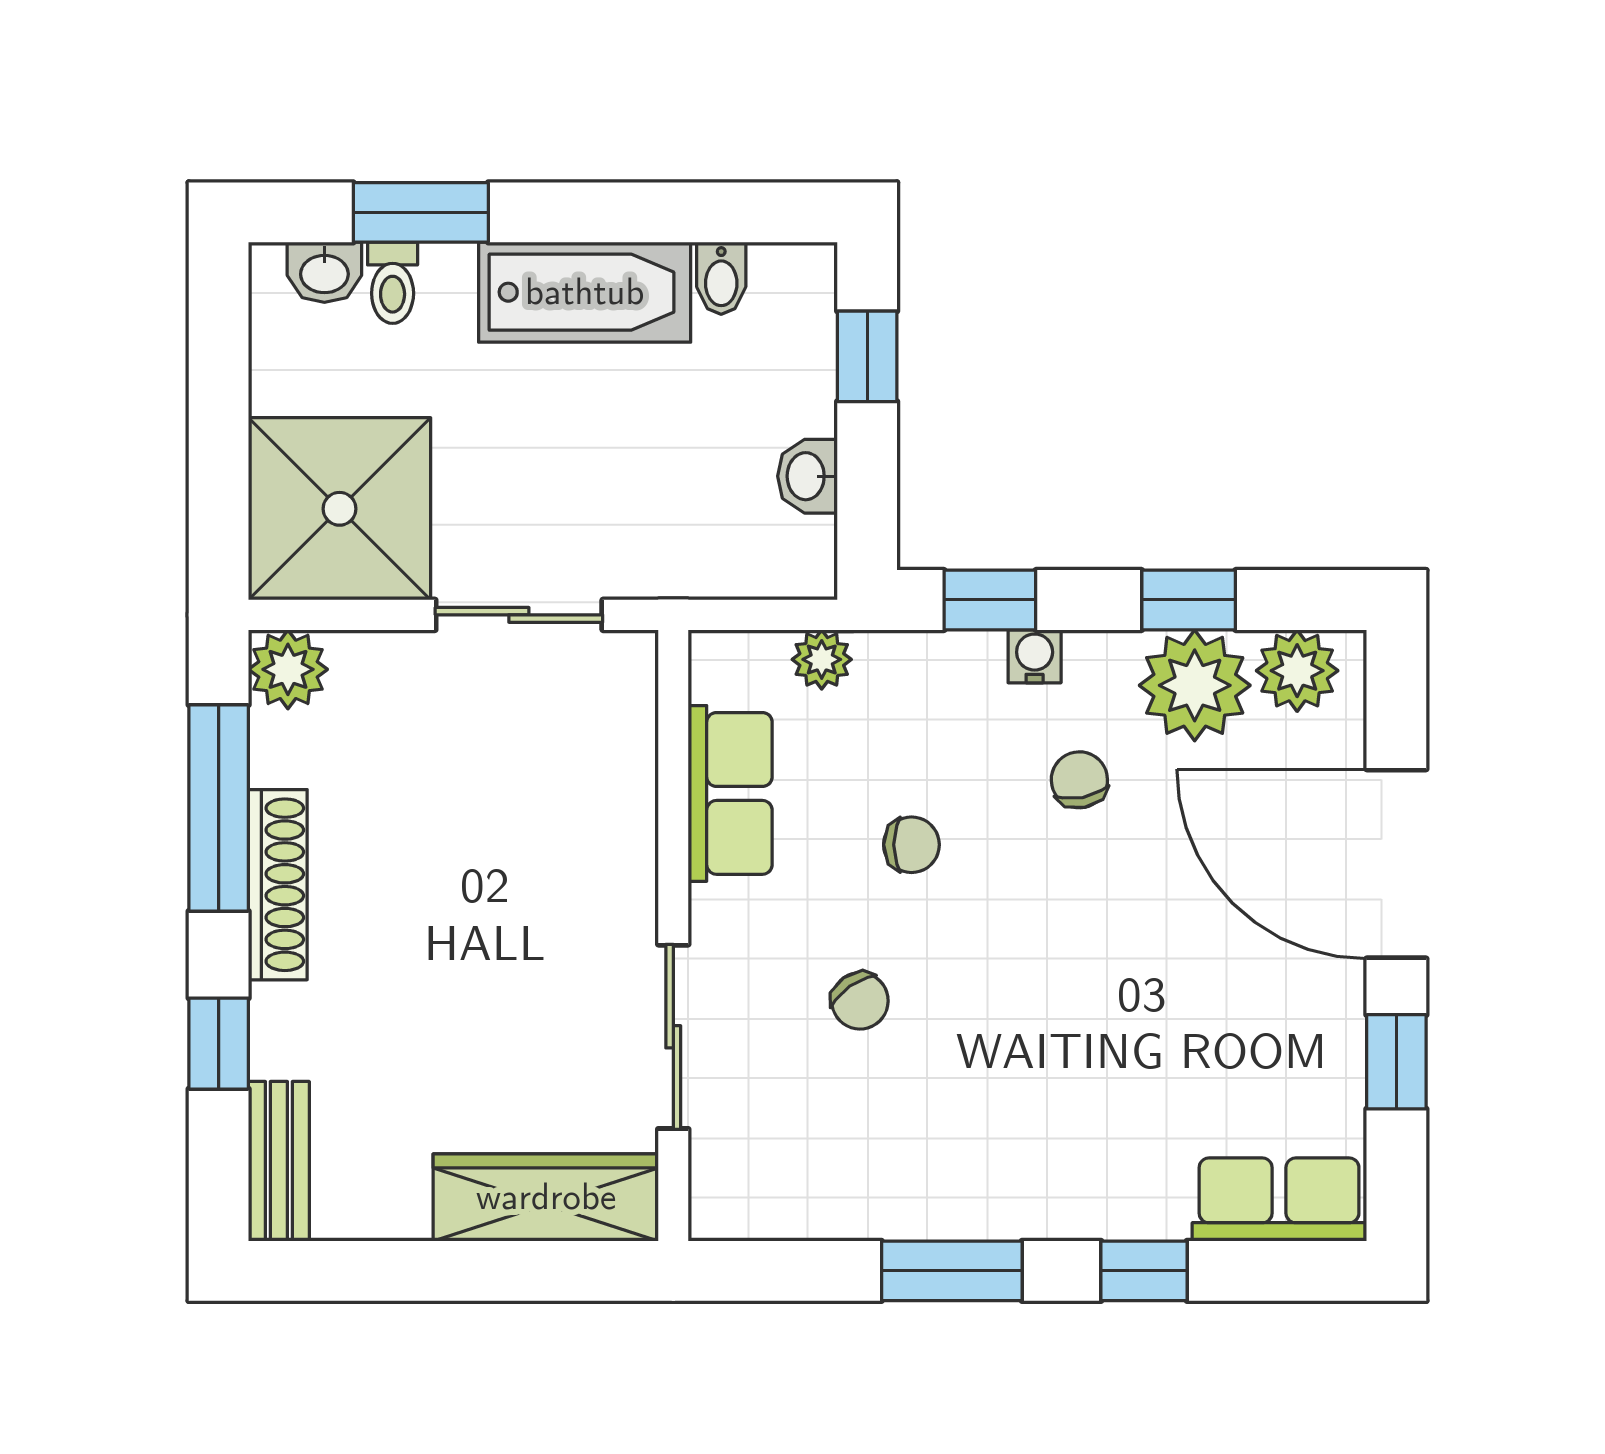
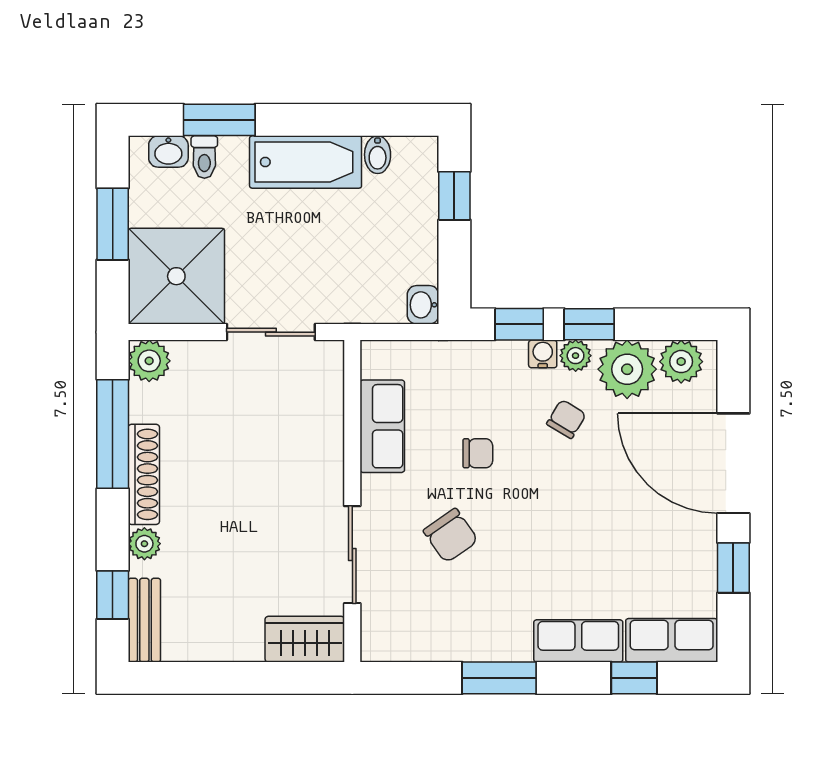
window: (219, 410) -> (113, 224), added
washbasin: (807, 476) -> (423, 305), moved
window: (1189, 600) -> (589, 324), moved
plant: (822, 659) -> (576, 356), moved
chair: (1079, 780) -> (566, 419), turned 42
chair: (860, 1001) -> (451, 536), width x1.37, depth x1.37
plant: (279, 1016) -> (144, 544), added
window: (219, 1044) -> (113, 595), moved
wardrobe: (546, 1197) -> (305, 639), width x0.67
row of seats: (1102, 1201) -> (578, 641), added
window: (1144, 1271) -> (634, 678), moved

